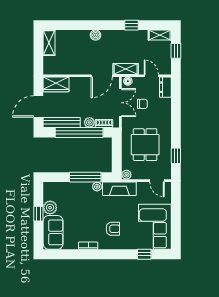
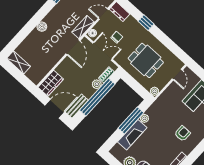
door: (38, 106) -> (55, 109), swing flipped
bench: (62, 122) -> (77, 106), width x0.73
window: (176, 156) -> (146, 23), moved
door: (157, 181) -> (177, 75), hinge flipped
fireplace: (119, 189) -> (132, 135), moved

